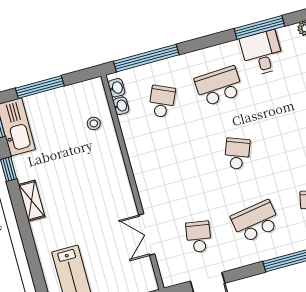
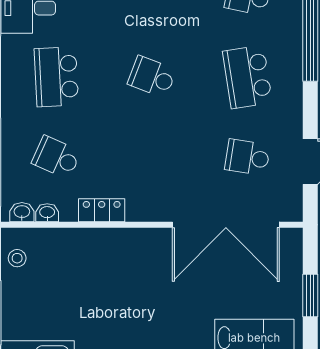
stool: (94, 123) -> (17, 258), moved
locker: (133, 144) -> (102, 210), added
double door: (147, 234) -> (226, 225), width x1.87

